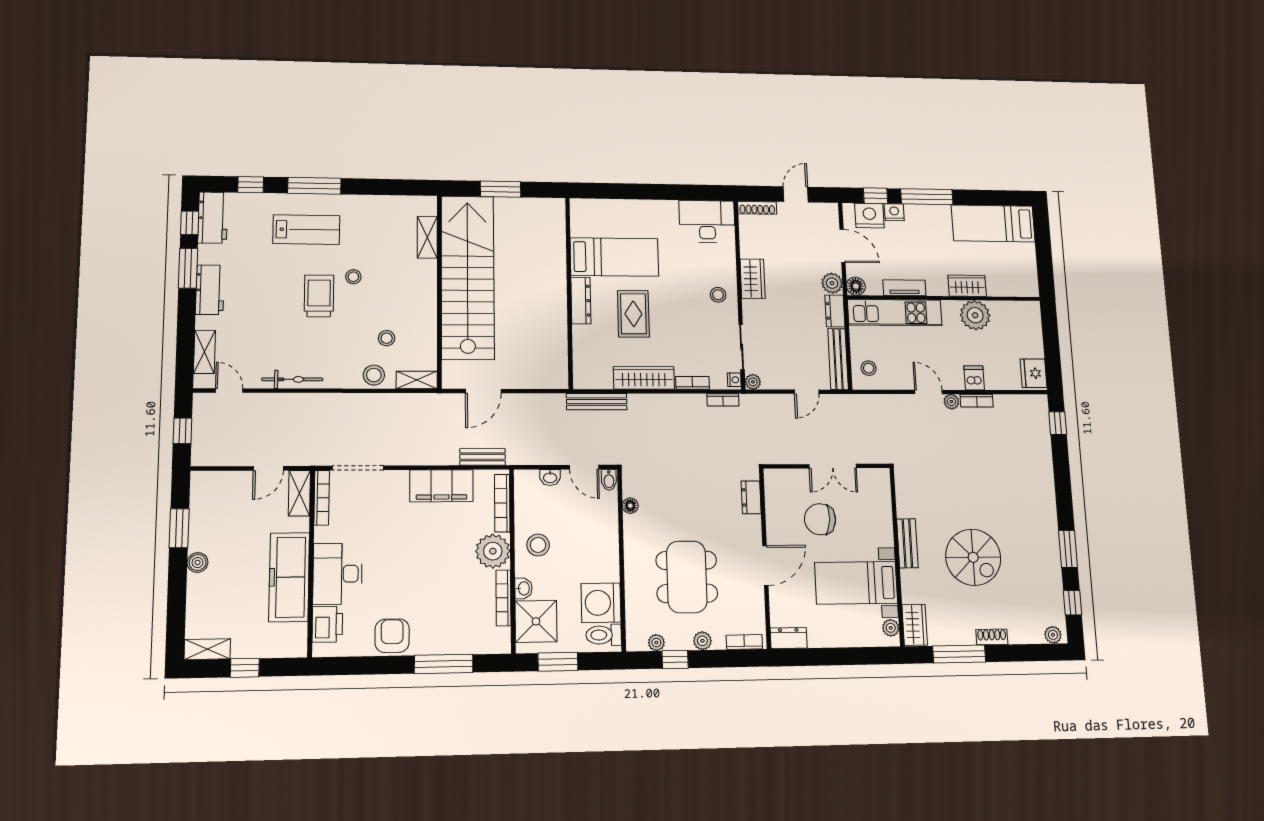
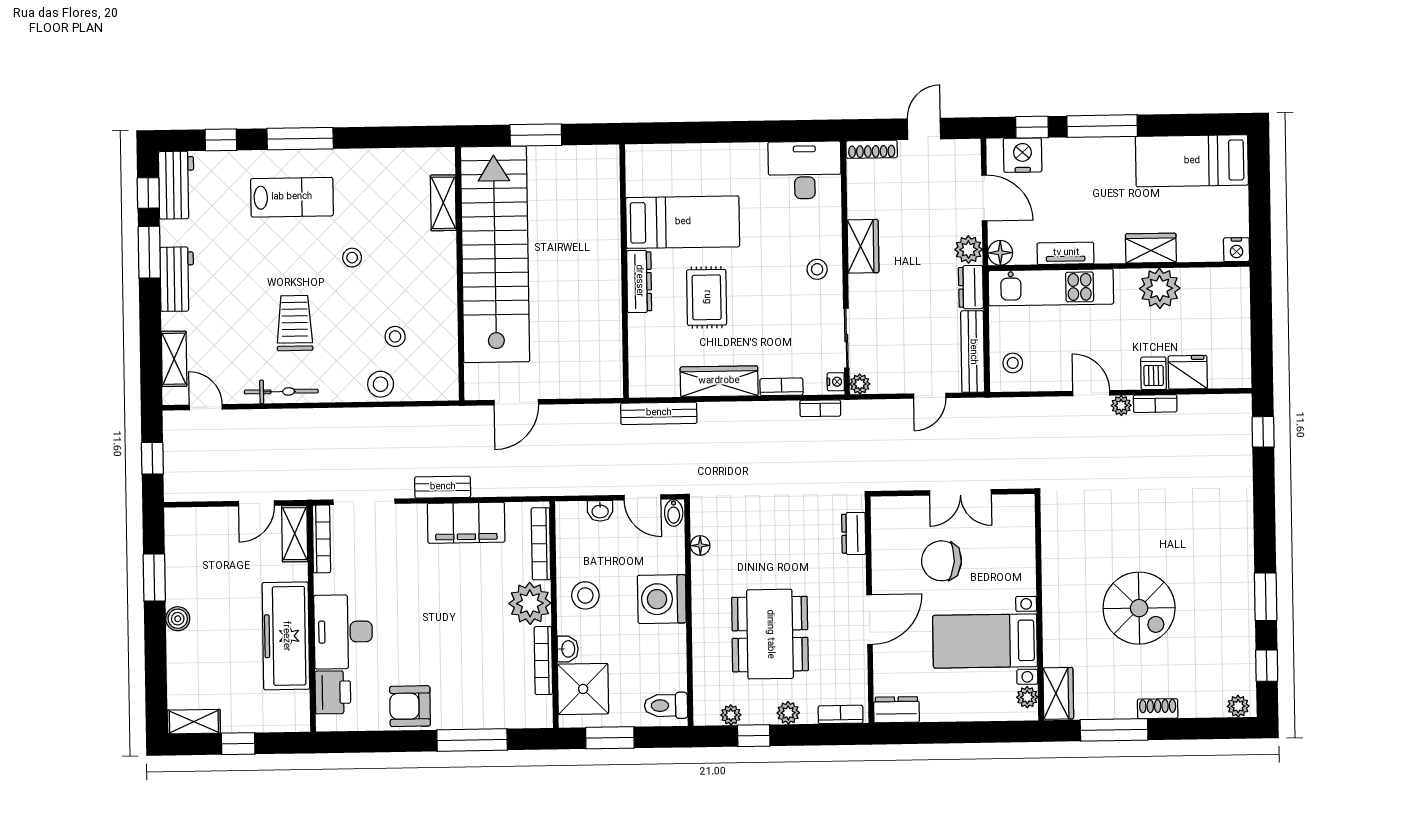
nightstand: (894, 212) -> (1237, 250), moved, turned 180
trolley: (319, 296) -> (295, 323), moved
fridge: (1033, 373) -> (1188, 372), moved, turned 90
shelving: (417, 380) -> (434, 389), removed
bench: (483, 457) -> (443, 487), moved
bench: (907, 543) -> (1054, 591), removed
washing machine: (601, 603) -> (662, 599), moved
armchair: (392, 636) -> (410, 706), turned -90

